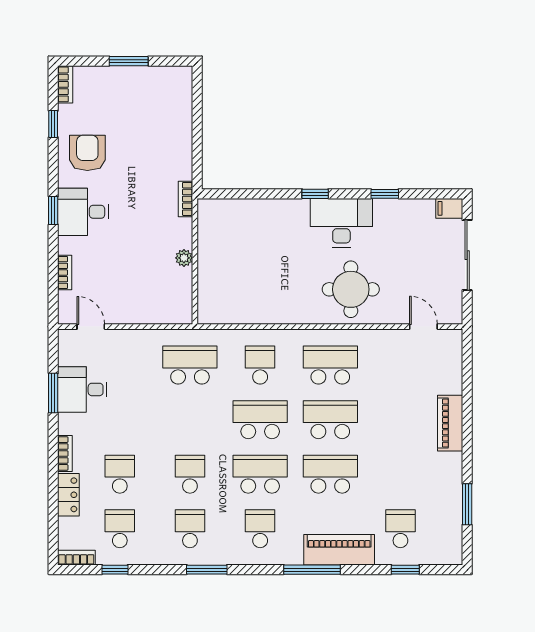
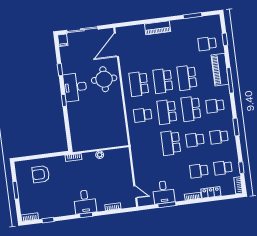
armchair: (87, 153) -> (41, 174), moved
door: (91, 327) -> (135, 192), swing flipped
door: (423, 327) -> (116, 45), width x1.87
school desk: (190, 365) -> (171, 143), moved

